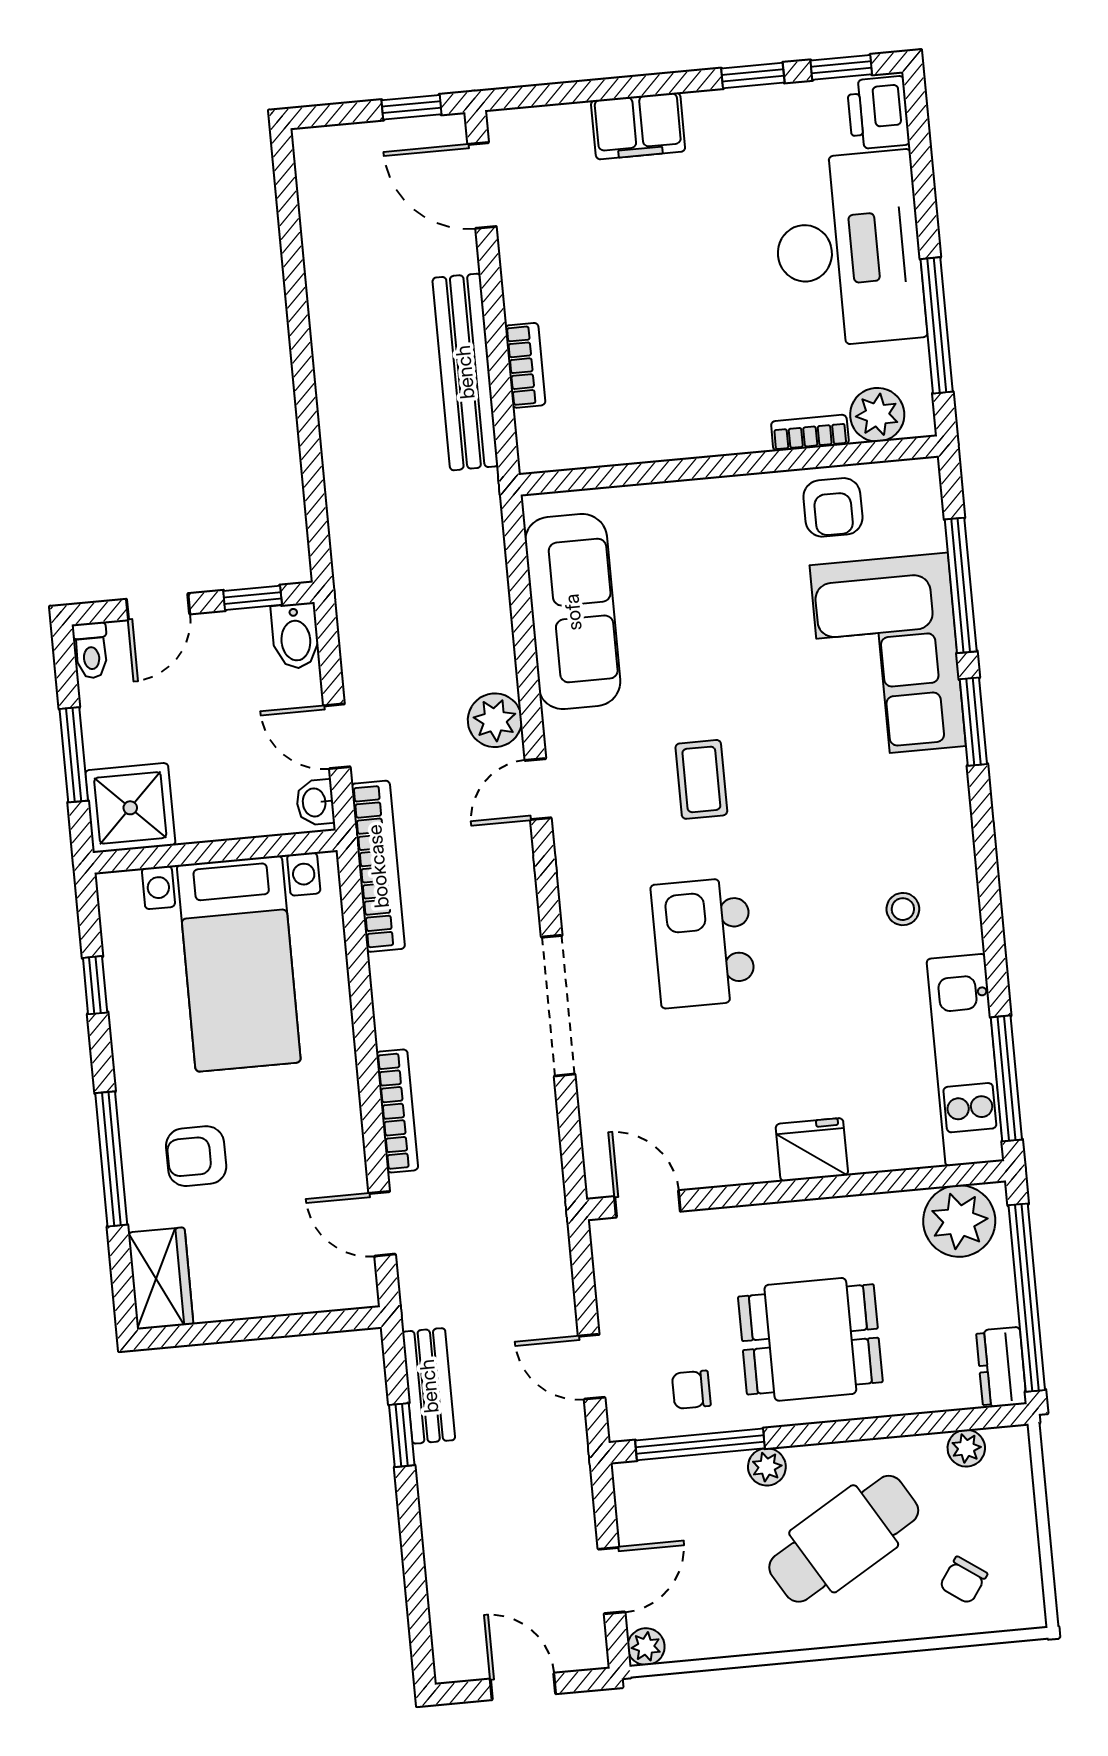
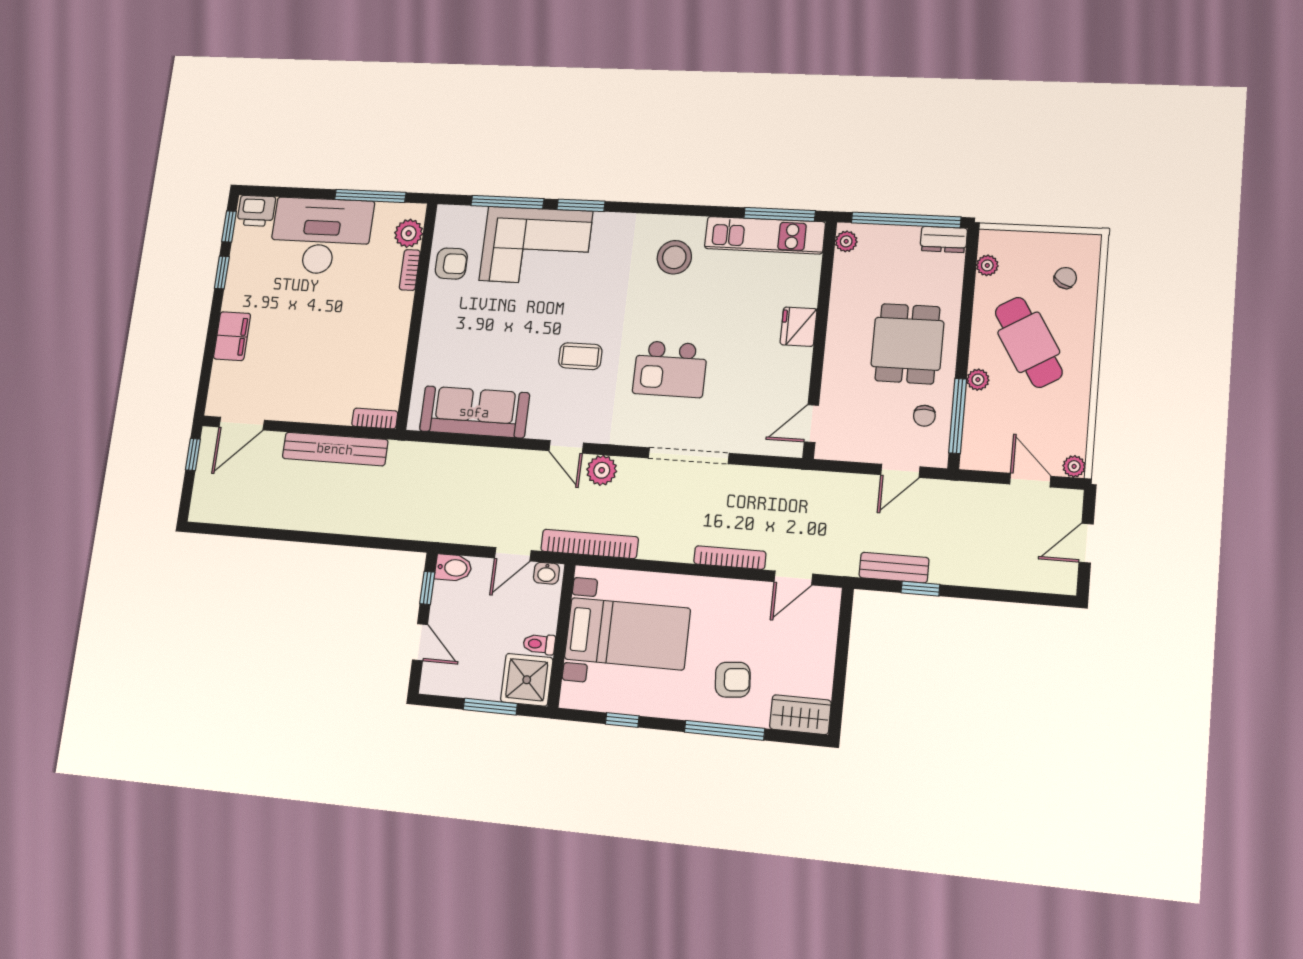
bookcase: (525, 365) -> (375, 419), moved
toilet: (91, 650) -> (539, 644), moved, turned 180
plant: (495, 720) -> (602, 470), moved
stool: (903, 909) -> (674, 257), width x1.89, depth x1.89
armchair: (196, 1156) -> (733, 680), turned -95
plant: (959, 1221) -> (846, 241), width x0.53, depth x0.53
chair: (963, 1580) -> (1065, 278), turned -95

